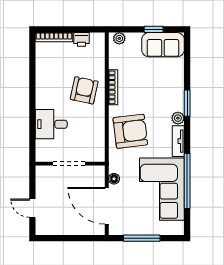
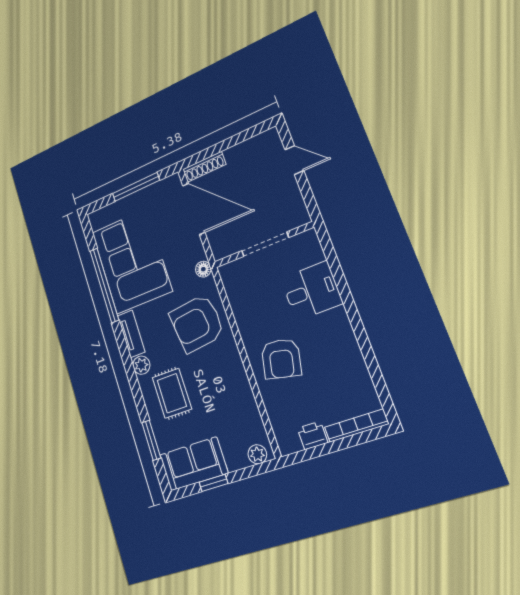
bookcase: (113, 87) -> (241, 378), removed
rug: (163, 93) -> (172, 393), added
window: (187, 103) -> (151, 440), moved
floor lamp: (114, 179) -> (203, 269), moved
shoe rack: (90, 230) -> (204, 167), added

